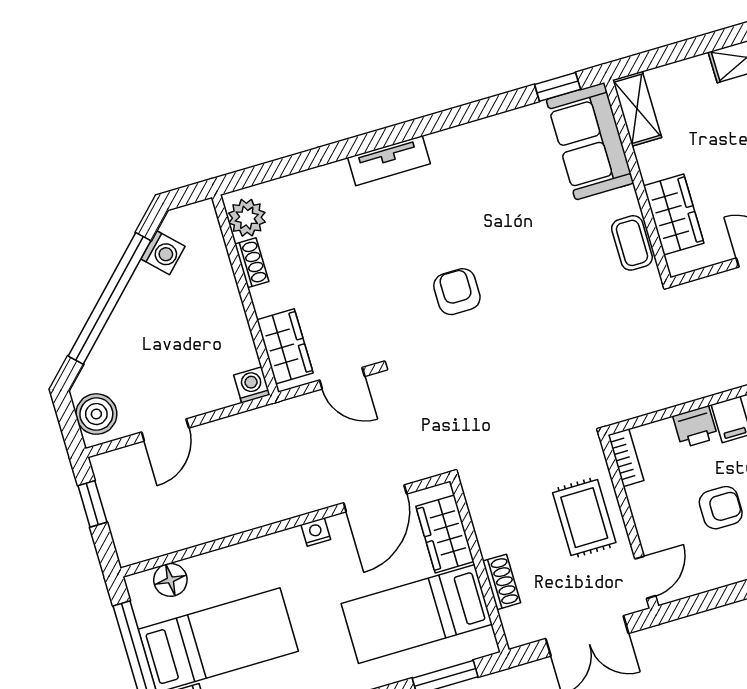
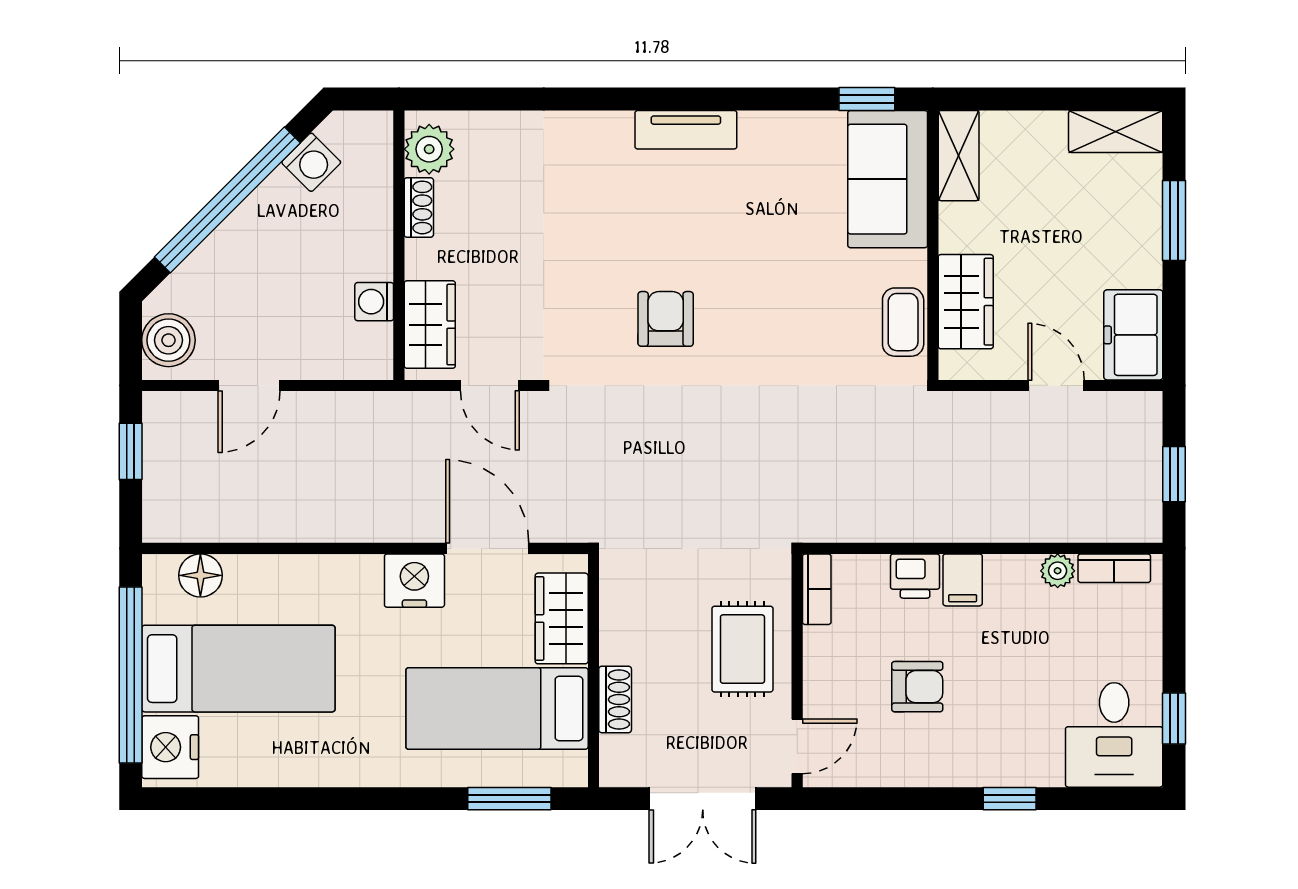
tv unit: (389, 161) -> (686, 130), moved
washing machine: (252, 385) -> (374, 302), moved, turned -90
door: (375, 498) -> (487, 548), swing flipped
nightstand: (316, 532) -> (414, 581), width x1.89, depth x1.79

